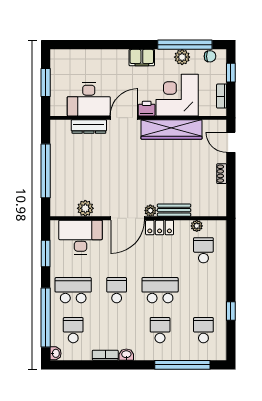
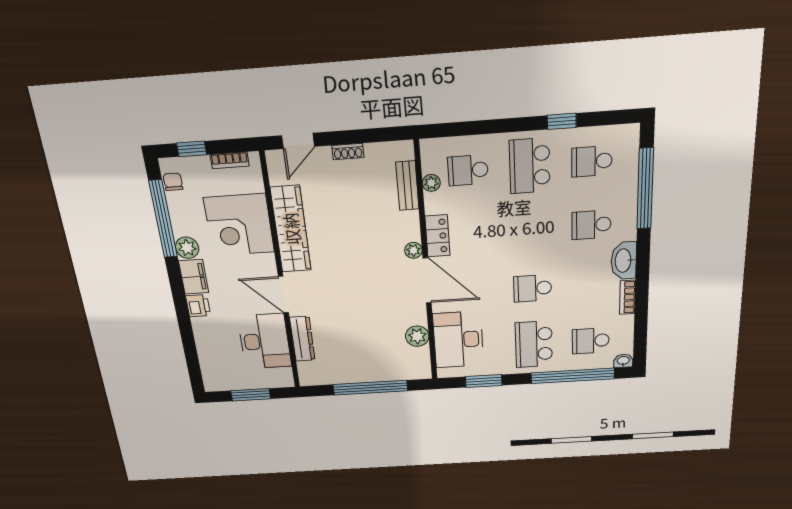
plant: (182, 57) -> (187, 248), moved
printer: (147, 109) -> (198, 306), moved, turned 180
bench: (174, 210) -> (407, 186), moved
school desk: (160, 290) -> (530, 166), moved
washbasin: (126, 355) -> (624, 261), width x1.91, depth x1.45

